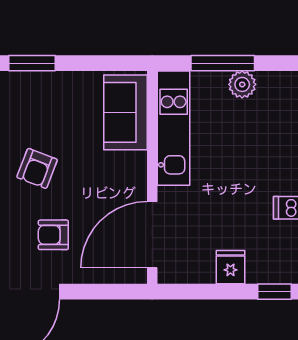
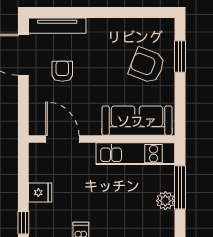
sofa: (125, 112) -> (137, 121), width x1.36
armchair: (37, 168) -> (147, 65), moved, width x1.38, depth x1.38
door: (152, 235) -> (62, 139), width x0.73

